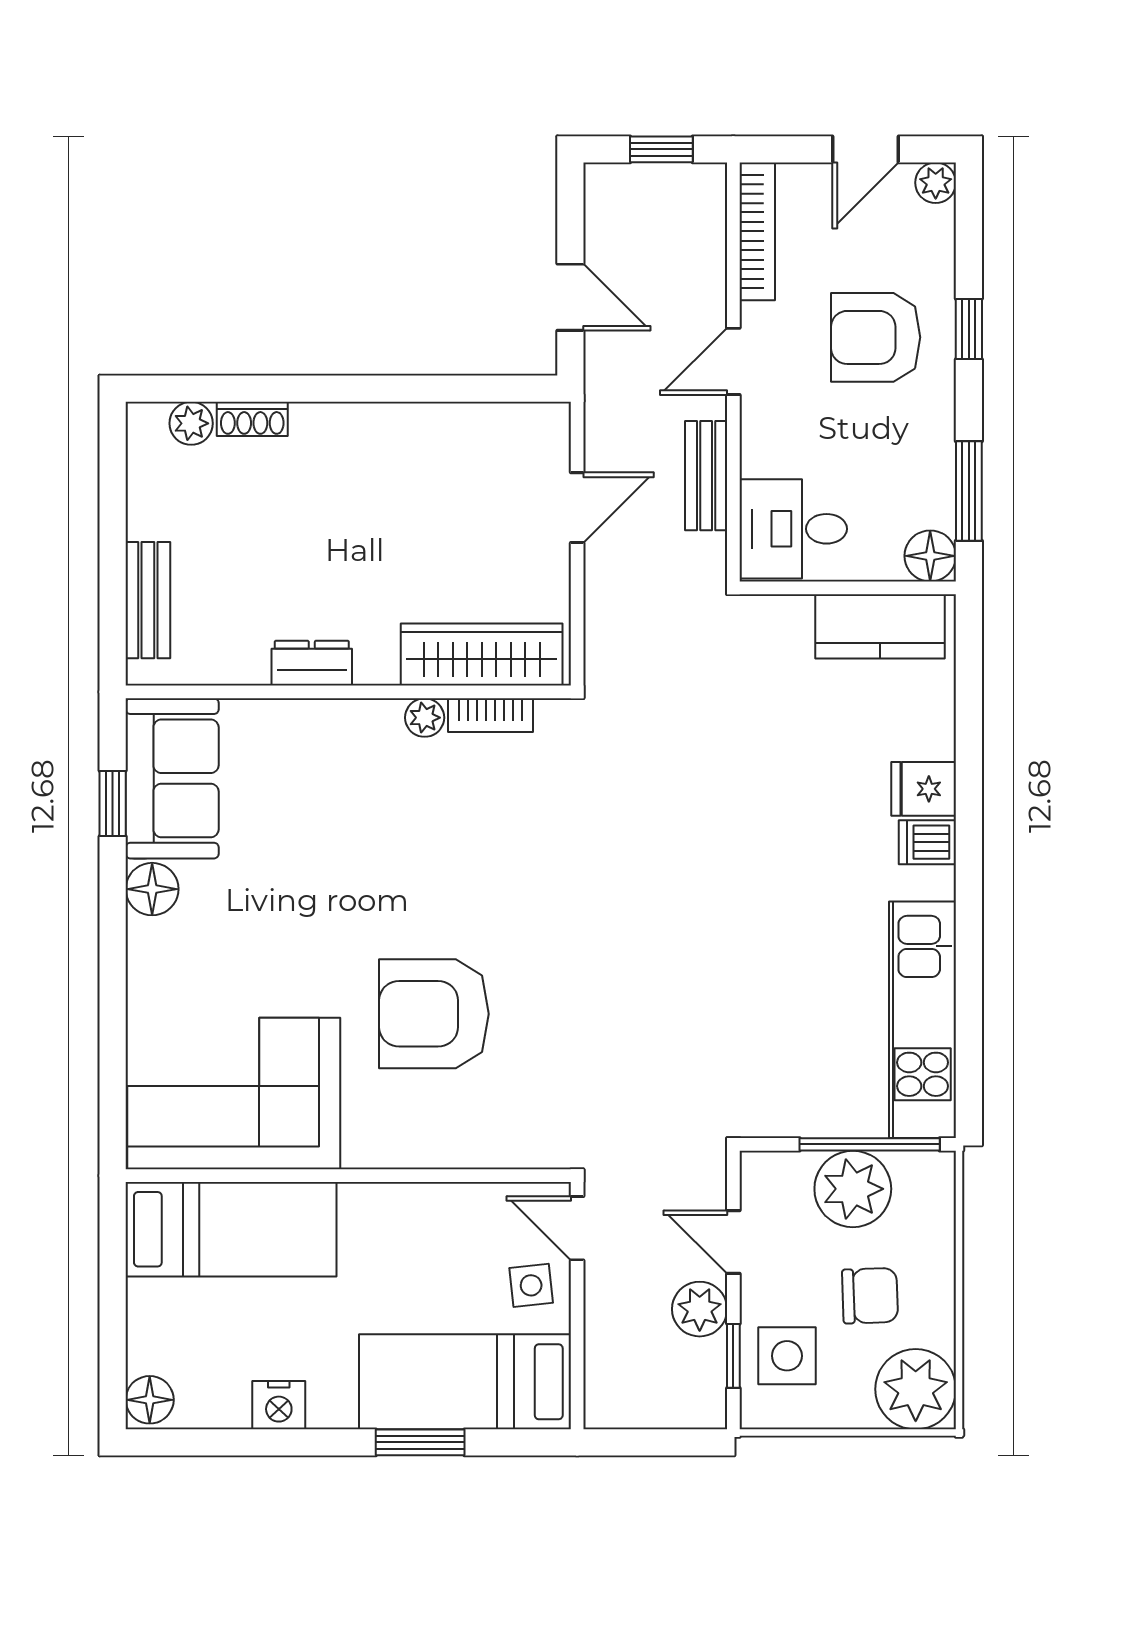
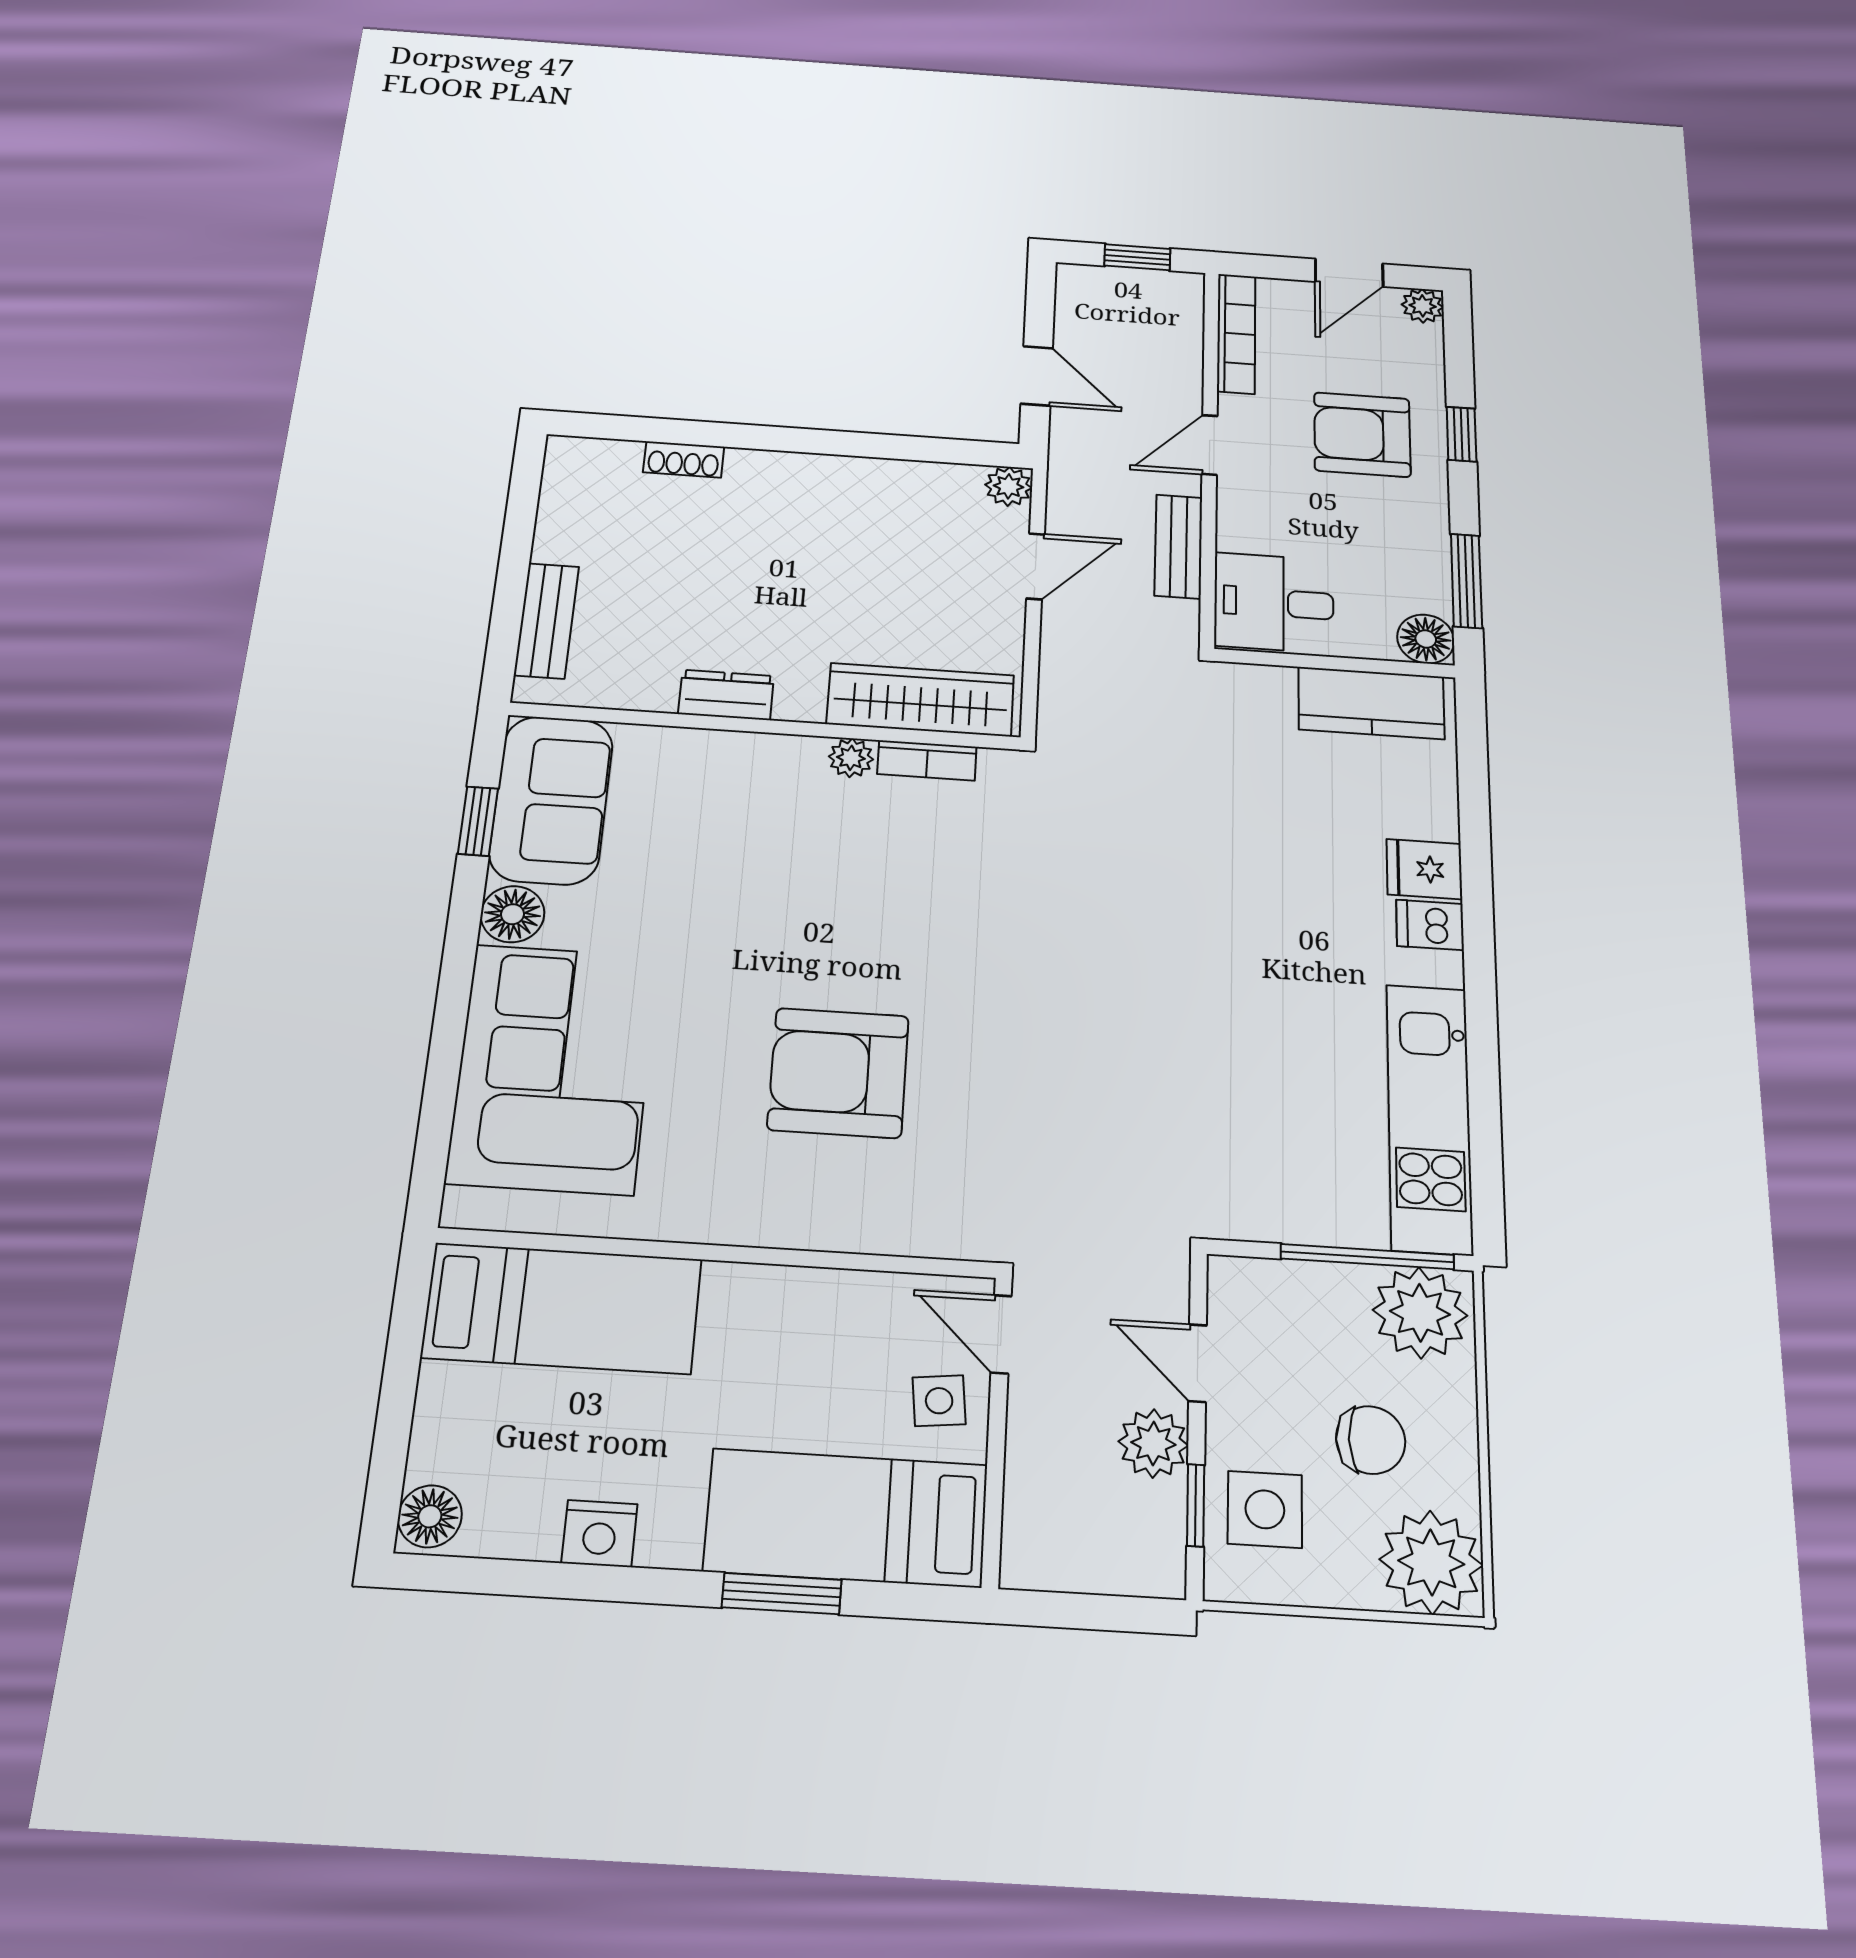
plant: (191, 423) -> (1009, 486), moved
corner sofa: (234, 1094) -> (554, 1068), moved, turned 90
plant: (853, 1189) -> (1420, 1313), moved

